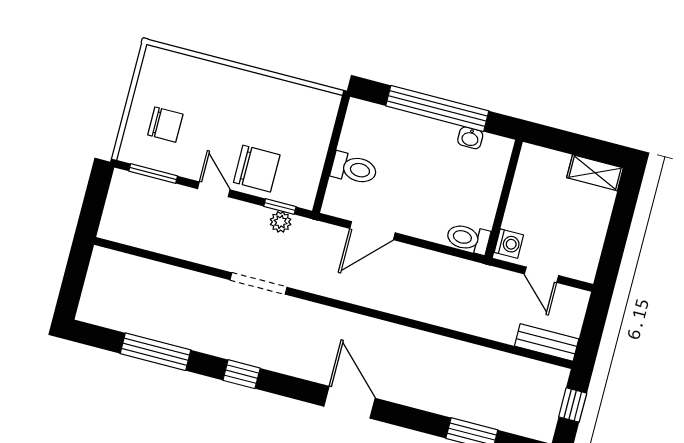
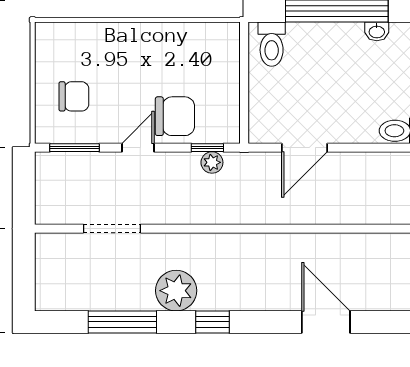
toilet: (354, 169) -> (272, 44), moved, turned 90
door: (214, 189) -> (138, 148), hinge flipped
doorway: (258, 284) -> (112, 229), moved
plant: (215, 335) -> (176, 291), added

